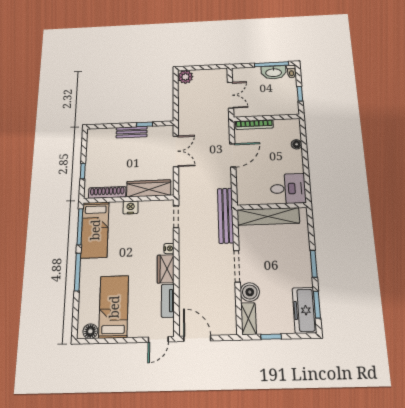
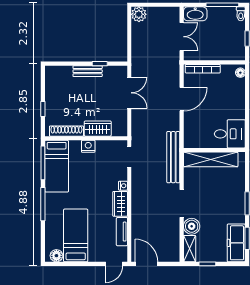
washbasin: (274, 72) -> (195, 14), moved
floor lamp: (297, 144) -> (240, 73), moved
wardrobe: (149, 188) -> (98, 129), width x0.67

